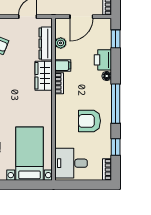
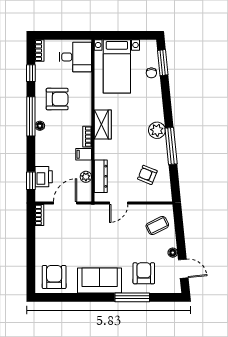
printer: (103, 60) -> (44, 177), moved
wardrobe: (44, 76) -> (103, 124), moved
floor lamp: (107, 76) -> (40, 126), moved

